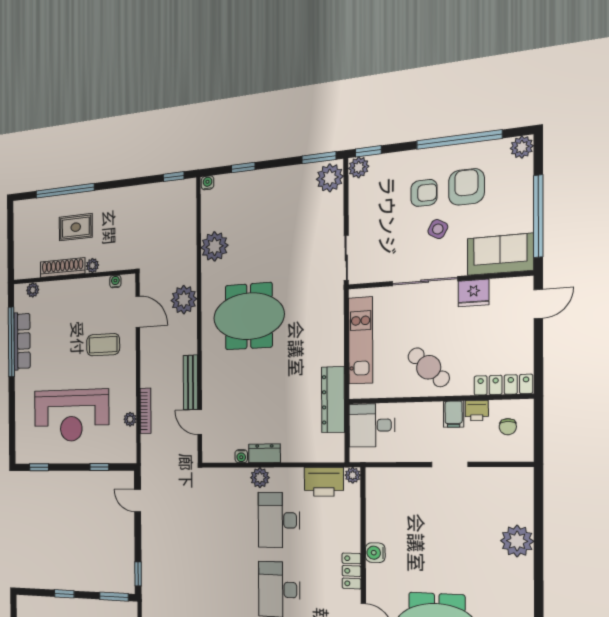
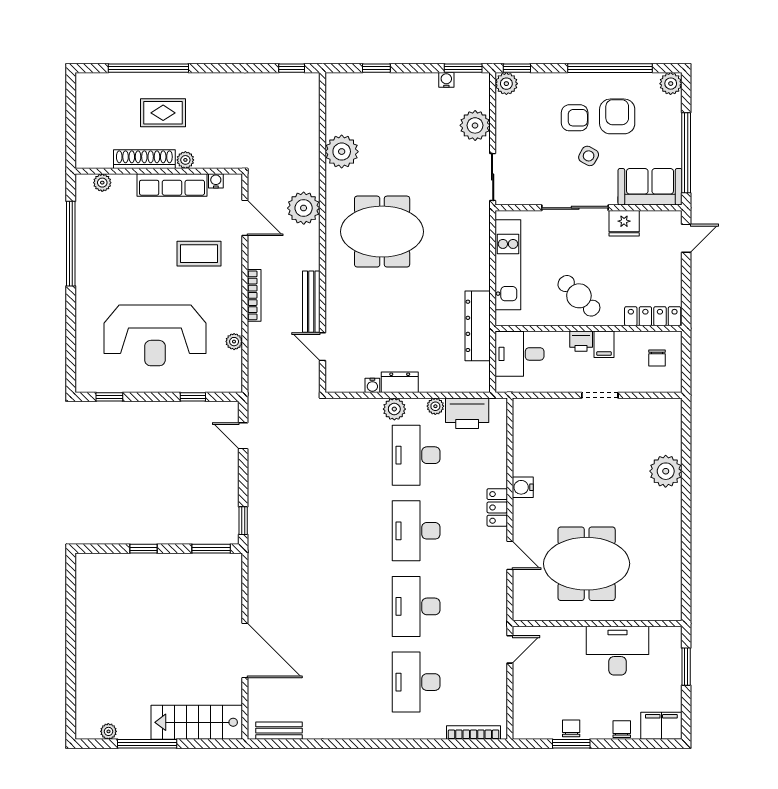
plant: (330, 178) -> (475, 125), moved
water cooler: (208, 183) -> (446, 80), moved
row of seats: (22, 341) -> (172, 185), moved, turned 90
bookcase: (146, 411) -> (254, 295), moved
printer: (477, 411) -> (581, 341), moved
plant: (353, 475) -> (435, 406), moved

